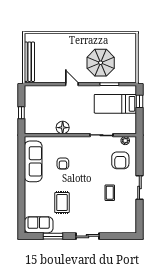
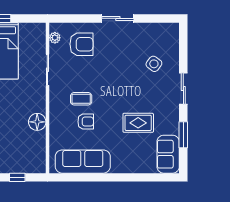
coffee table: (110, 193) -> (81, 99), moved
side table: (106, 214) -> (154, 64), added

